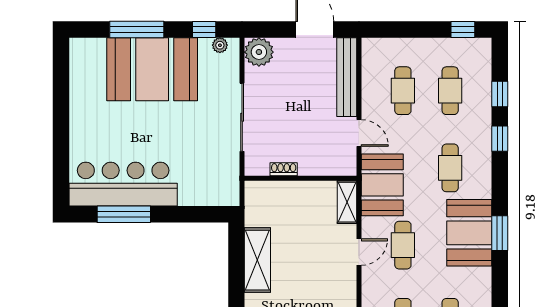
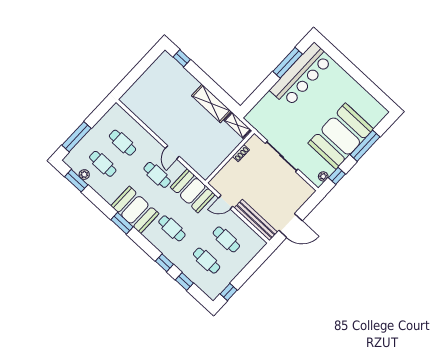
plant: (259, 52) -> (304, 191), removed
shelving: (347, 202) -> (237, 125), moved

